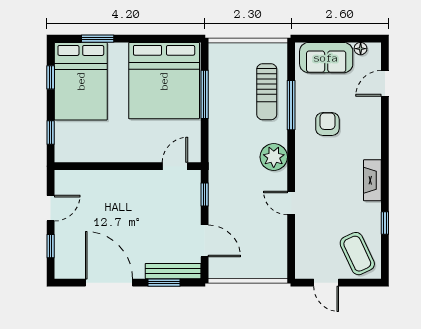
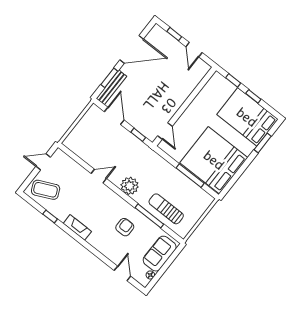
window: (51, 77) -> (253, 96), moved
armchair: (327, 124) -> (125, 227), turned -90
door: (205, 241) -> (114, 116), swing flipped

